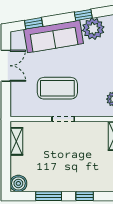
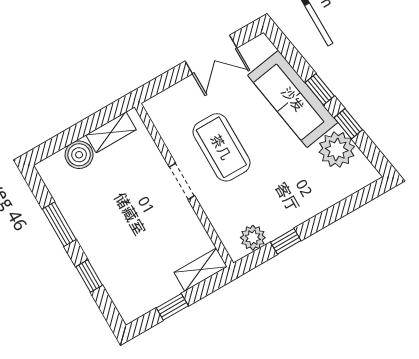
window: (34, 23) -> (320, 89), moved
boiler: (18, 183) -> (79, 155), moved

